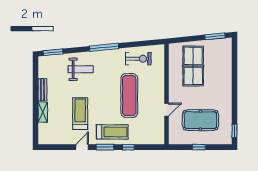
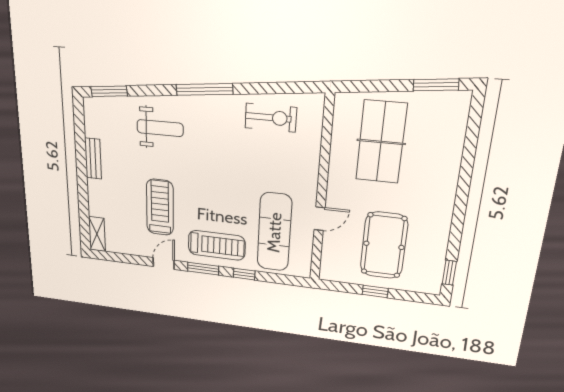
exercise mat: (129, 96) -> (274, 232), moved
shelving: (43, 112) -> (97, 234), moved
pool table: (200, 120) -> (384, 245), turned 90

